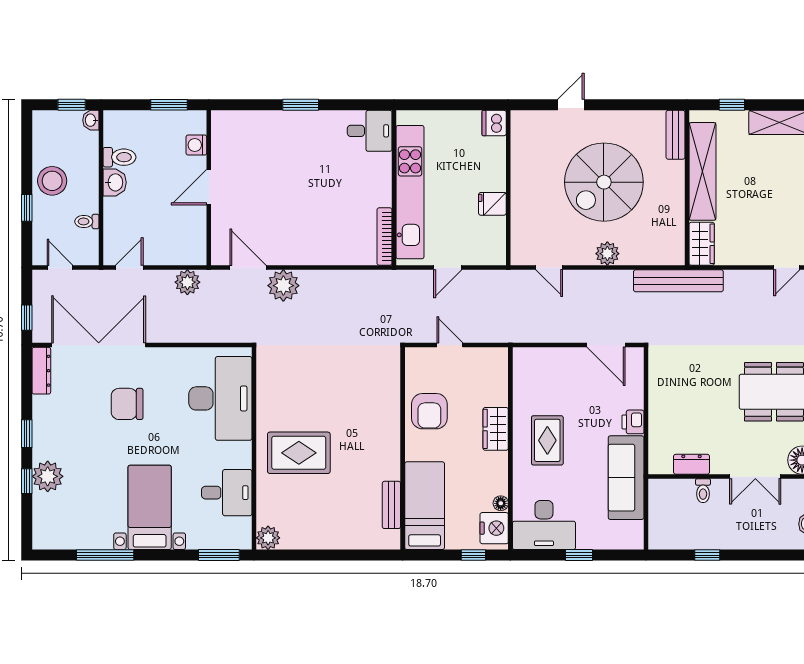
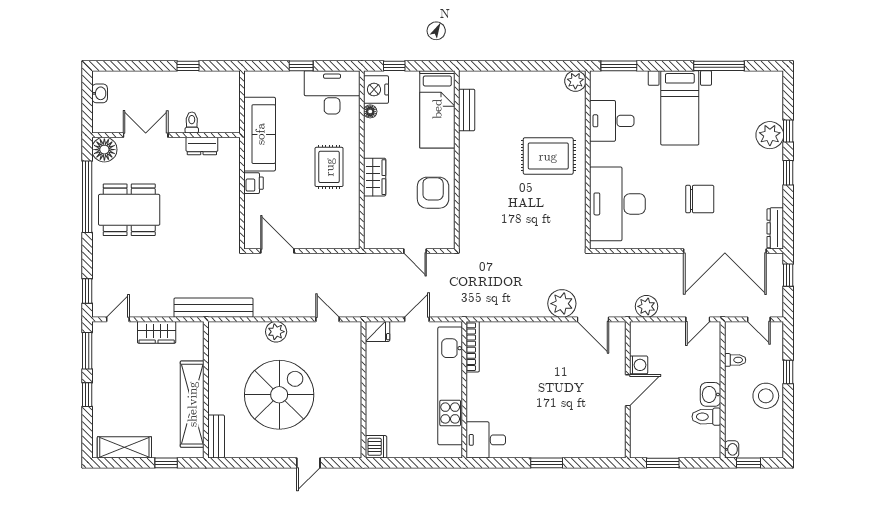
washing machine: (196, 145) -> (639, 365), moved
fridge: (492, 204) -> (378, 331), moved
wardrobe: (702, 244) -> (157, 332), moved, turned -90

